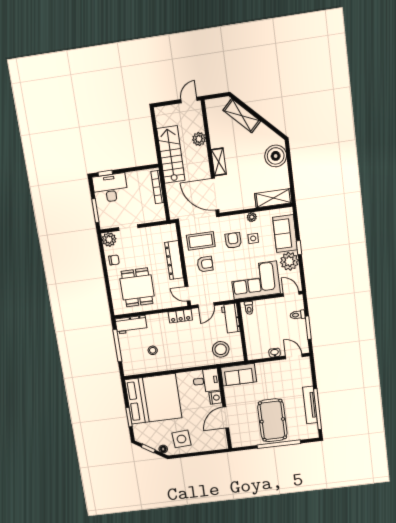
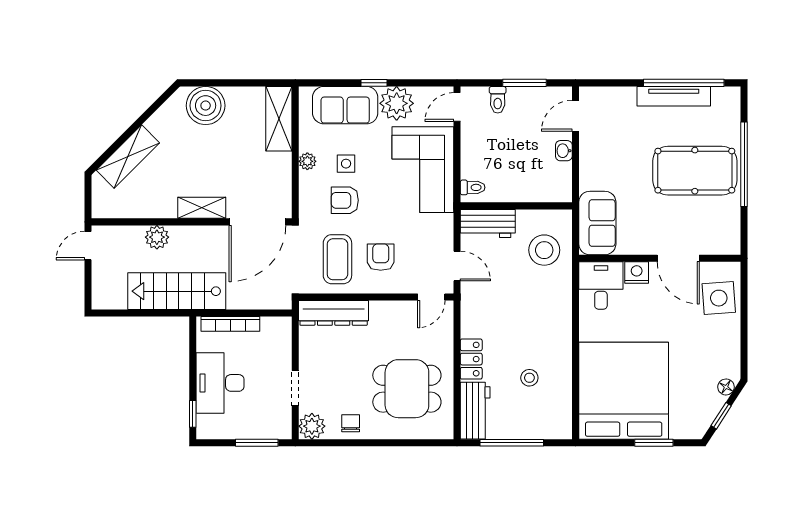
door: (189, 100) -> (88, 246), hinge flipped
desk: (110, 188) -> (220, 383), moved
dresser: (174, 260) -> (334, 313), moved
locker: (180, 316) -> (471, 359), moved
side table: (181, 439) -> (719, 298), moved

